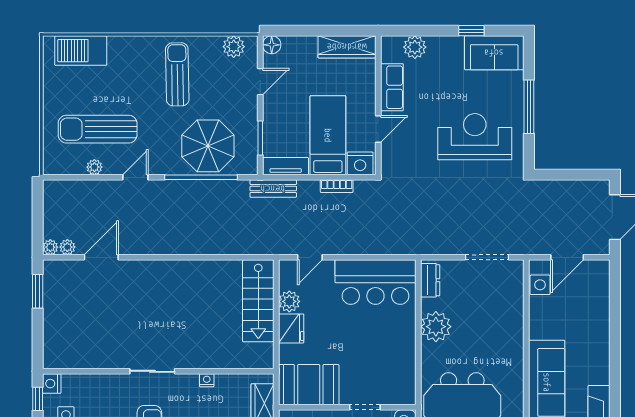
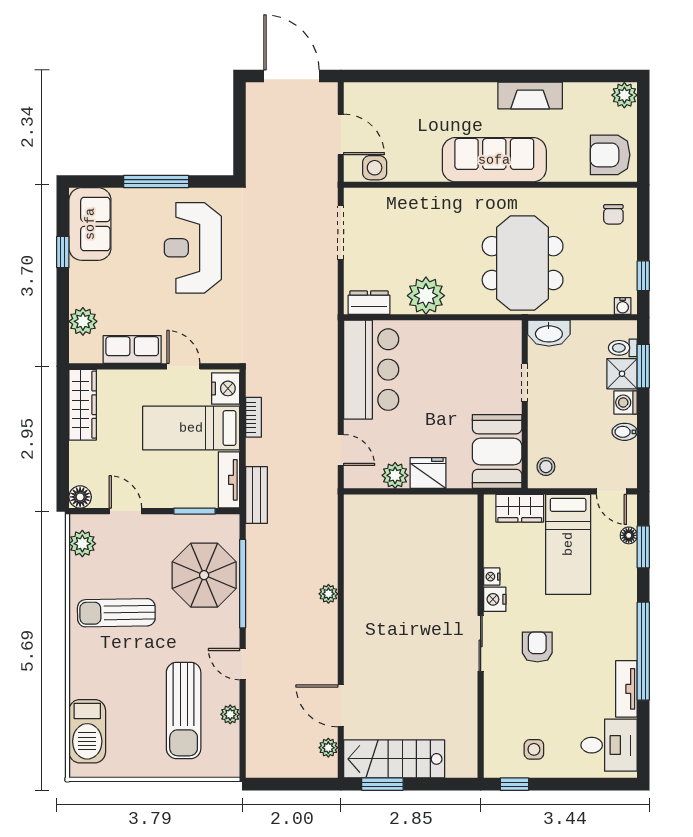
plant: (50, 247) -> (328, 594), moved
stairs: (258, 301) -> (394, 759), moved, turned 180
nightstand: (52, 384) -> (495, 599), moved, turned 90

